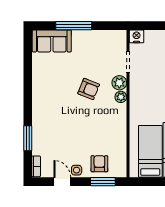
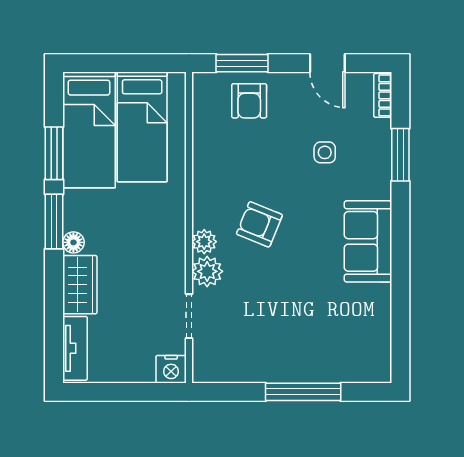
sofa: (52, 41) -> (368, 241), moved, turned -90
armchair: (89, 89) -> (259, 224), moved
side table: (77, 170) -> (325, 152), moved

